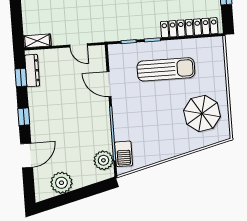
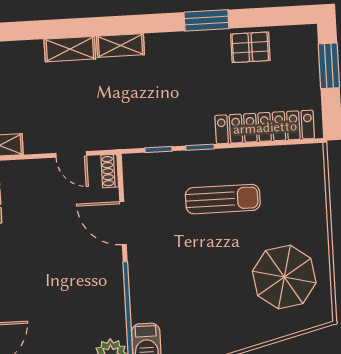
shoe rack: (101, 54) -> (110, 171), added
sun lounger: (166, 69) -> (223, 199), width x0.73, depth x0.75

